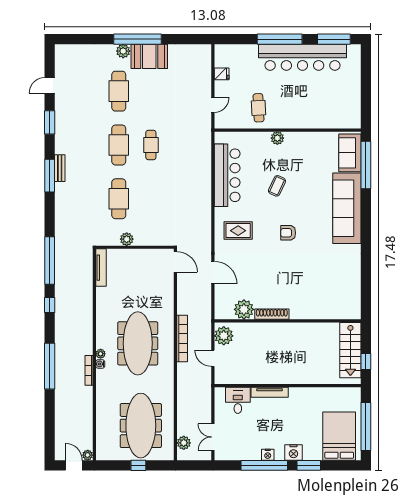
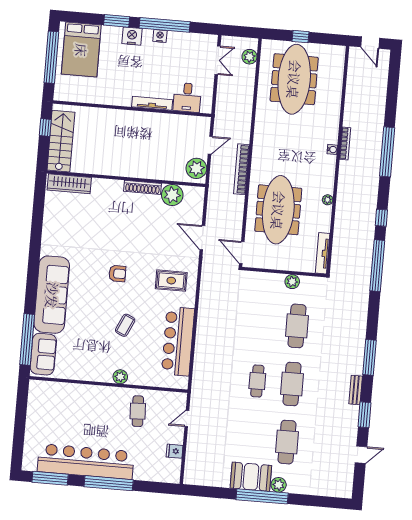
bench: (60, 168) -> (356, 390), moved
wardrobe: (340, 312) -> (69, 184), added
meeting table: (138, 343) -> (278, 210), moved
plant: (101, 354) -> (328, 200), moved
door: (213, 358) -> (210, 145), hinge flipped
plant: (88, 455) -> (354, 52), removed

